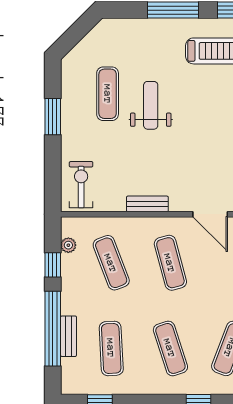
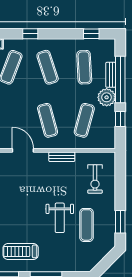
window: (53, 117) -> (120, 222), moved
exercise bike: (81, 185) -> (95, 179), moved
plant: (68, 245) -> (107, 97), moved, width x1.87, depth x1.87
exercise mat: (111, 263) -> (84, 120), turned 36

